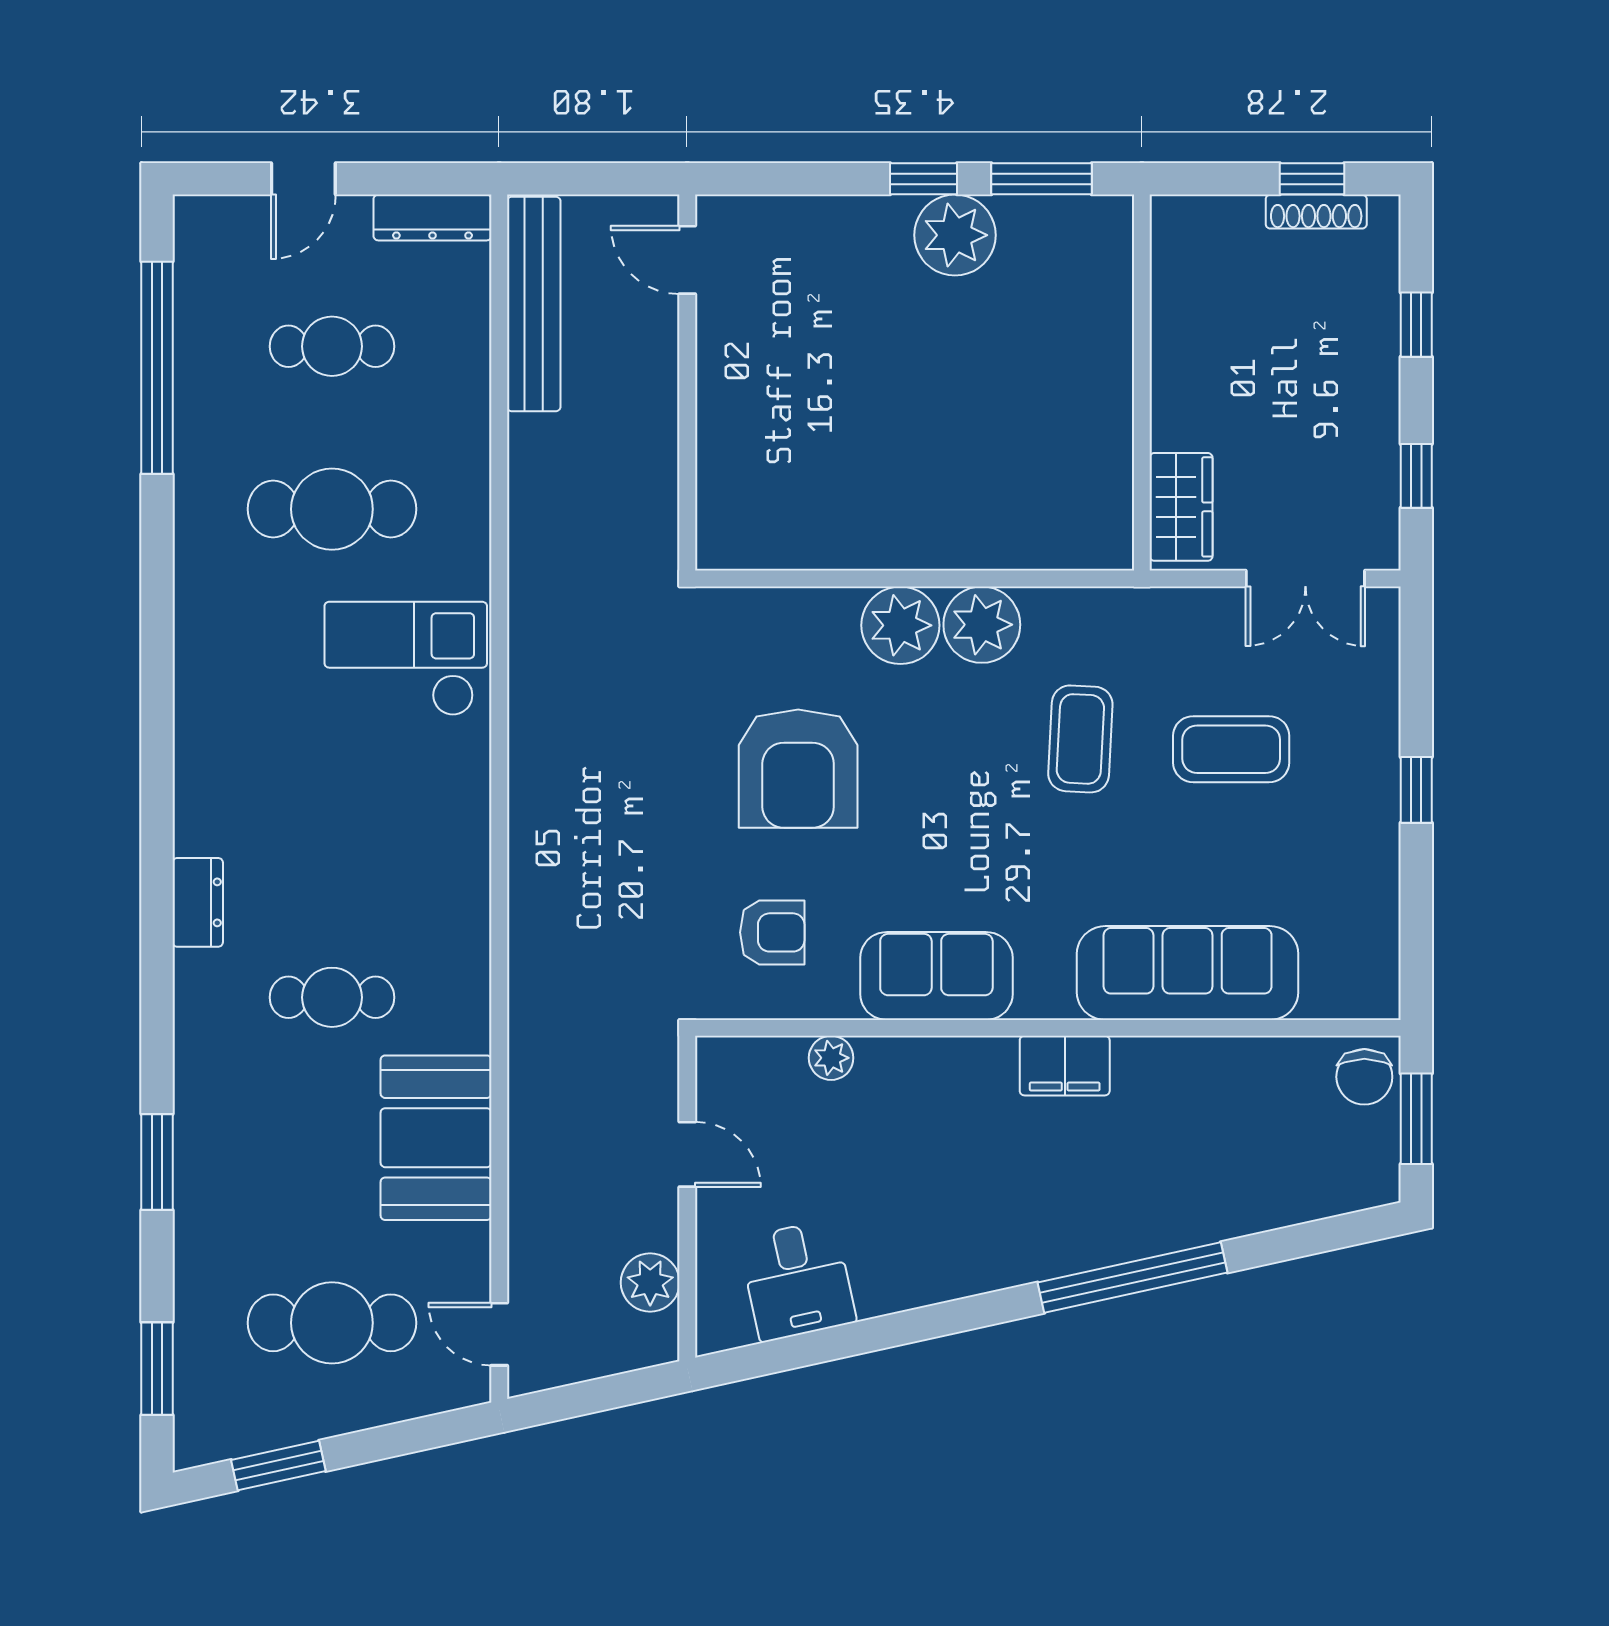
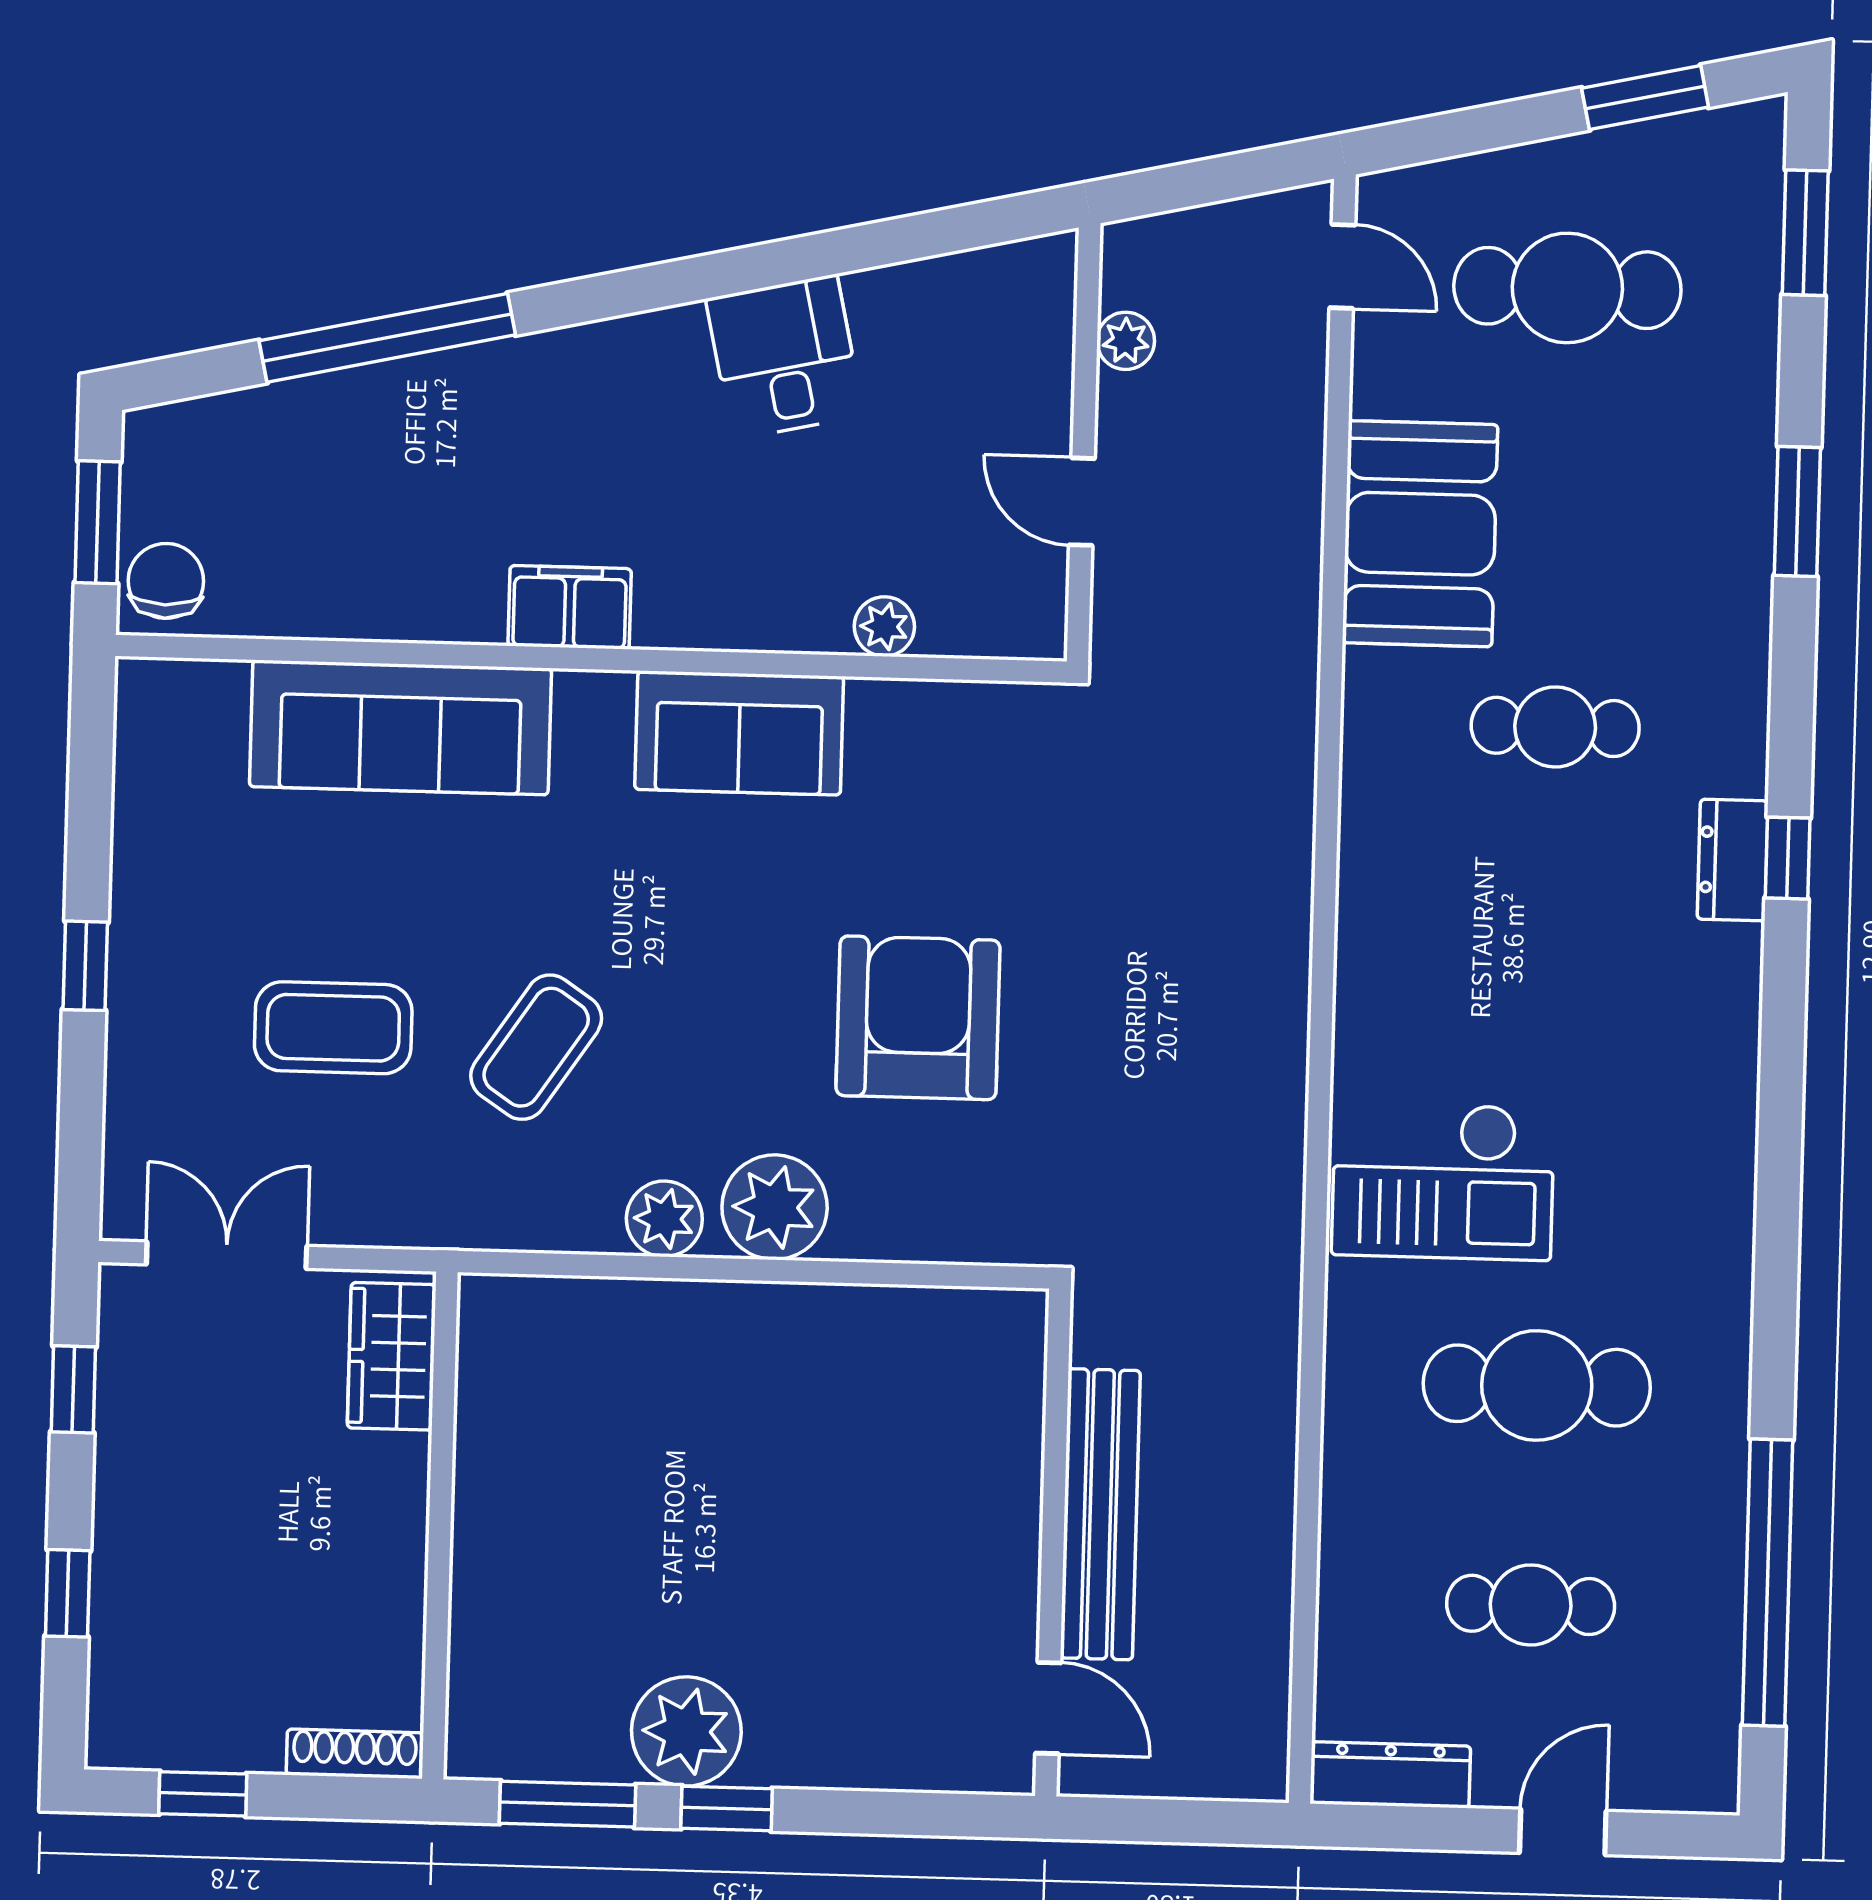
shoe rack: (1316, 212) -> (355, 1754), moved
bench: (534, 304) -> (1100, 1514), moved
plant: (982, 625) -> (664, 1219), width x0.73, depth x0.73
coffee table: (1080, 739) -> (536, 1047), turned 31
window: (157, 905) -> (1788, 858), added
armchair: (772, 932) -> (959, 798), removed
window: (1133, 1278) -> (387, 338), moved
desk: (797, 1280) -> (785, 357), moved
plant: (650, 1283) -> (1126, 341), width x0.73, depth x0.73

